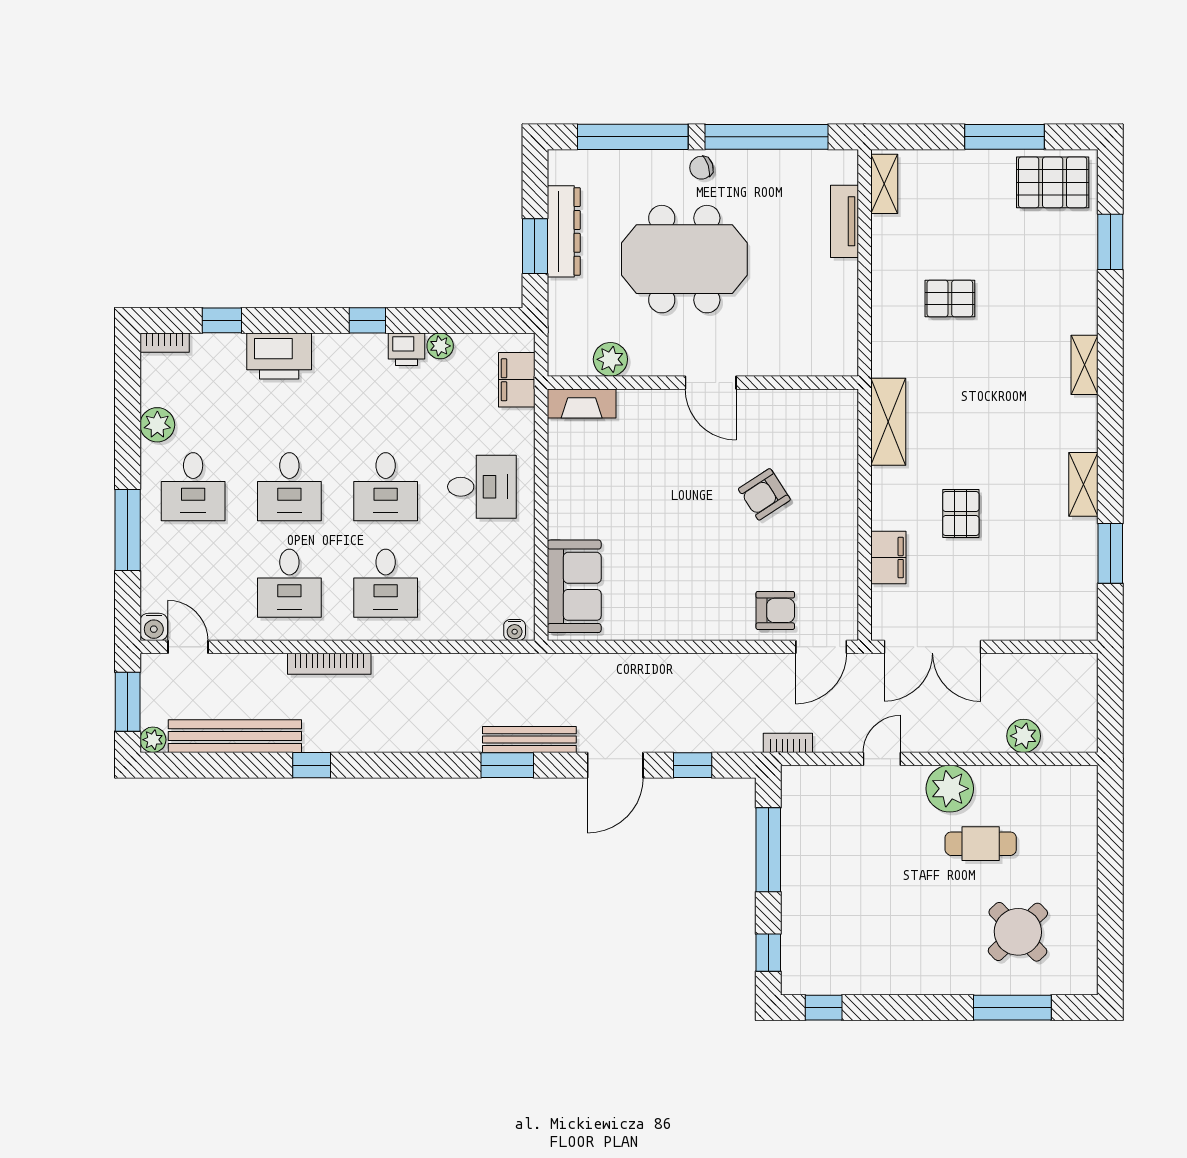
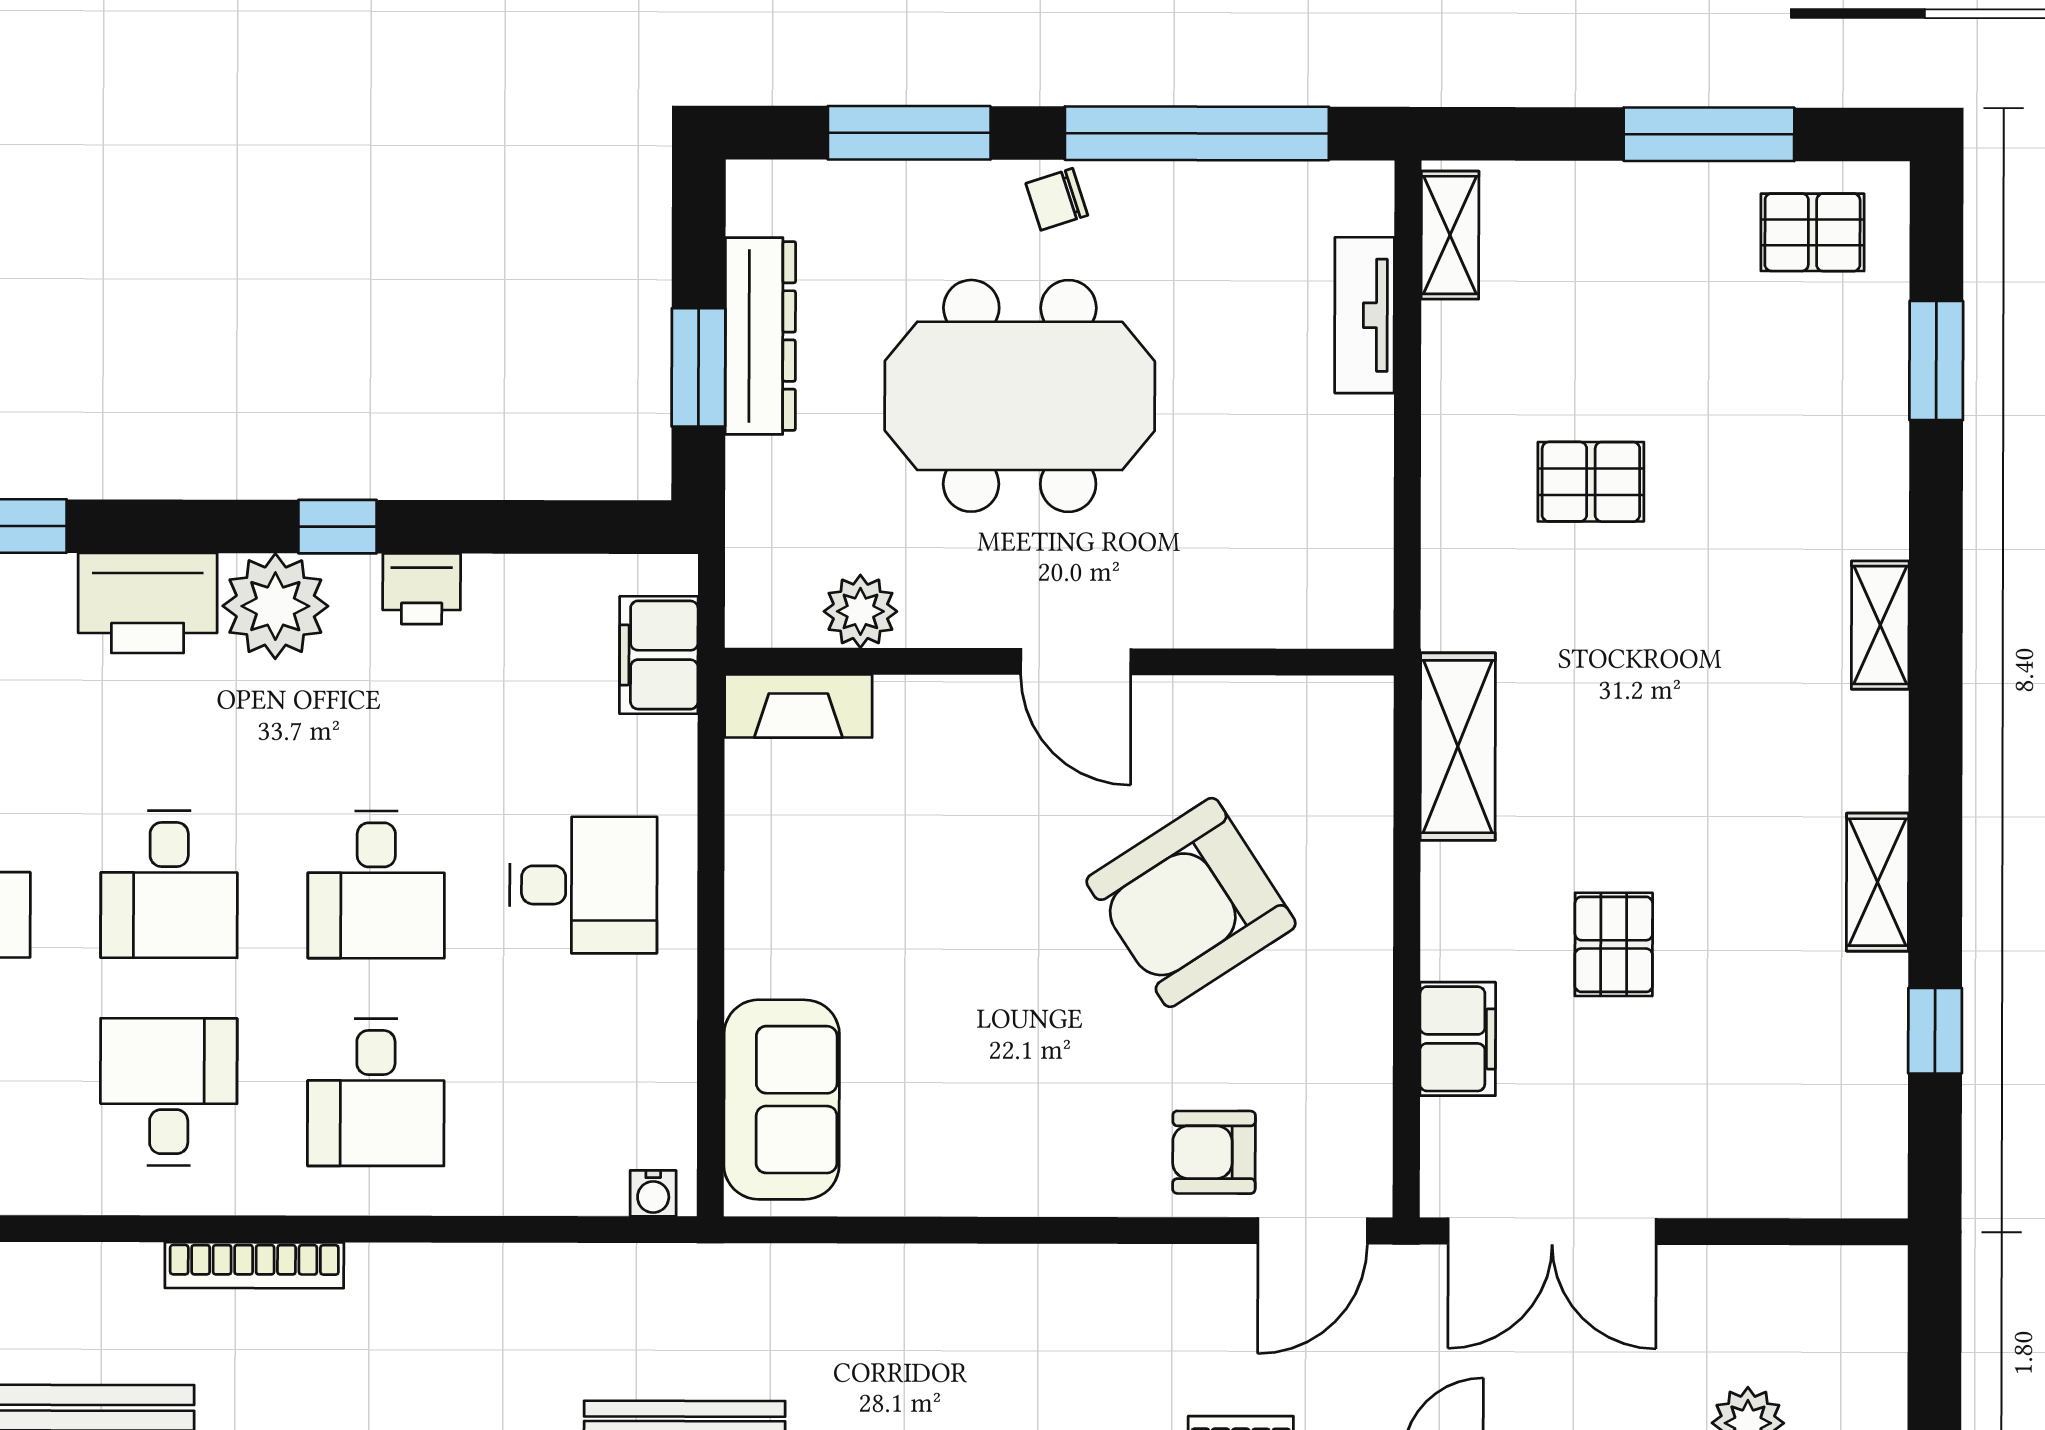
window: (633, 137) -> (909, 133), width x0.68
pallet: (1053, 182) -> (1812, 232), width x0.67, depth x0.71
plant: (440, 346) -> (275, 606), moved, width x1.87, depth x1.87
armchair: (764, 494) -> (1191, 902), width x1.88, depth x1.88
window: (1110, 553) -> (1935, 1031), width x0.67
desk: (289, 583) -> (169, 1092), turned 180
armchair: (775, 610) -> (1214, 1152), turned 180

